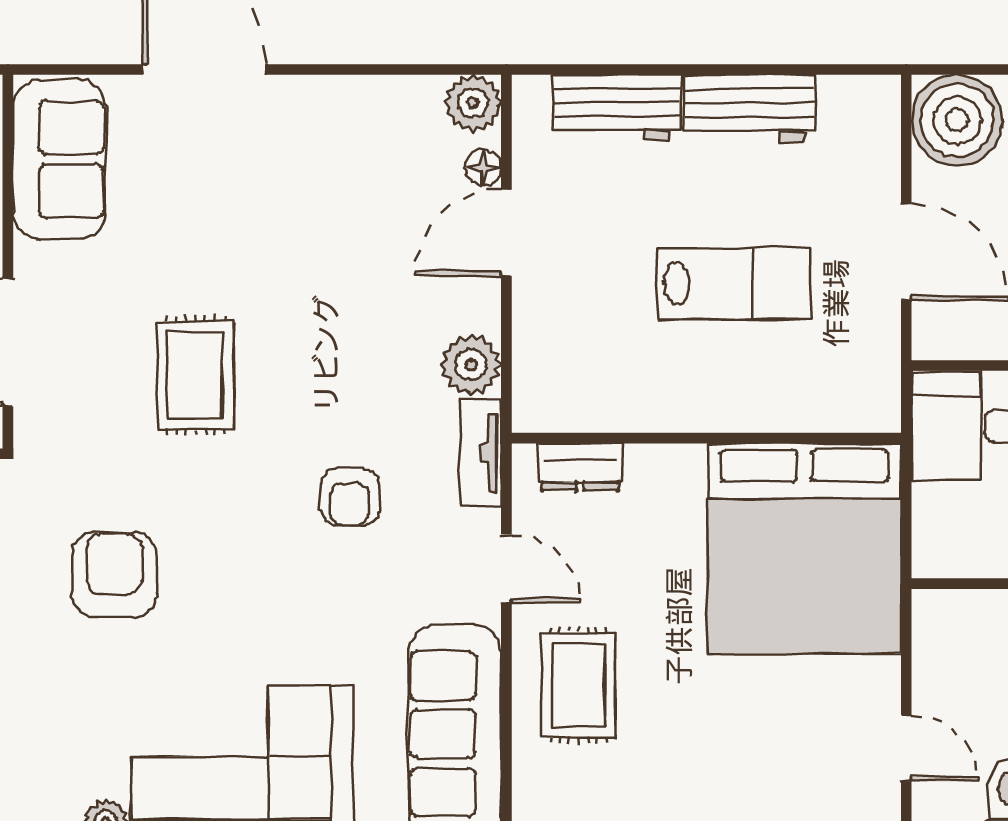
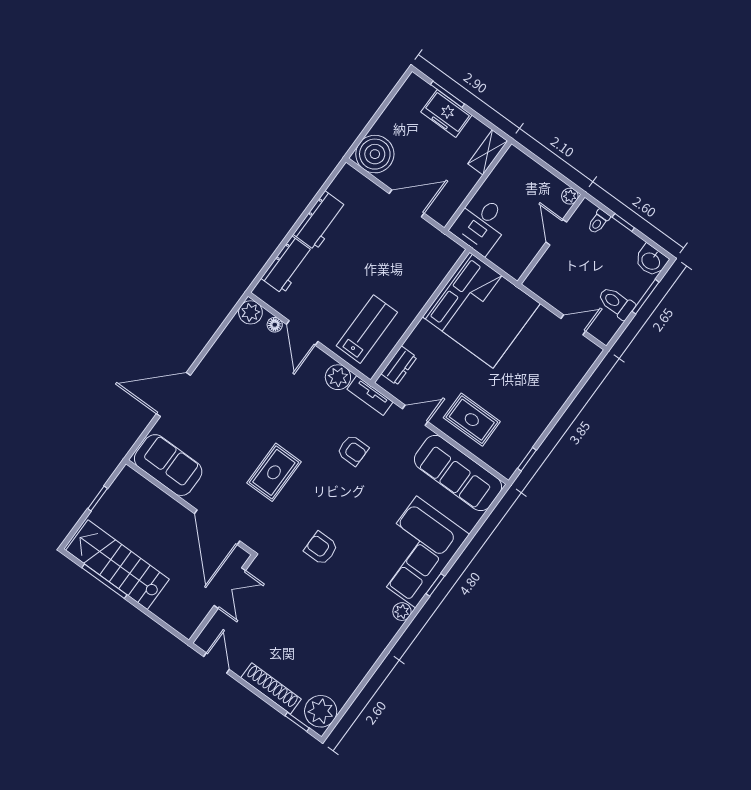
lab bench: (735, 284) -> (367, 329), moved
rug: (195, 375) -> (274, 472), turned 90
armchair: (114, 575) -> (321, 548), width x0.72, depth x0.72

